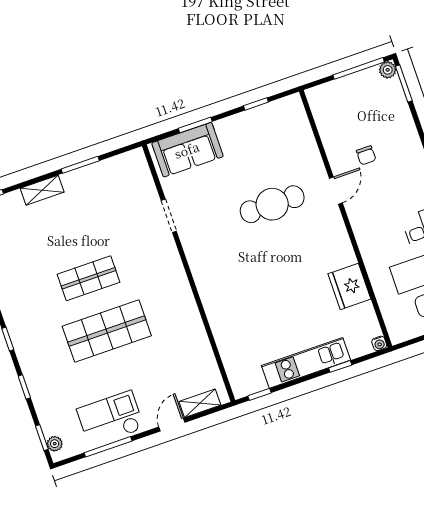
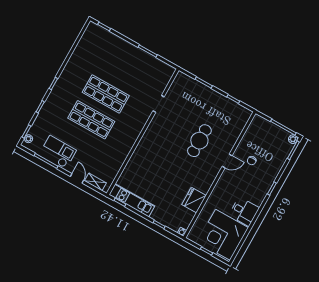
sofa: (187, 150) -> (191, 88), removed
shelving: (42, 190) -> (124, 45), removed
cafe table: (272, 204) -> (199, 141), turned 90
shop shelf: (89, 278) -> (106, 94), width x1.43, depth x1.36
kitchen unit: (306, 363) -> (132, 200), moved
door: (172, 425) -> (77, 178), hinge flipped

